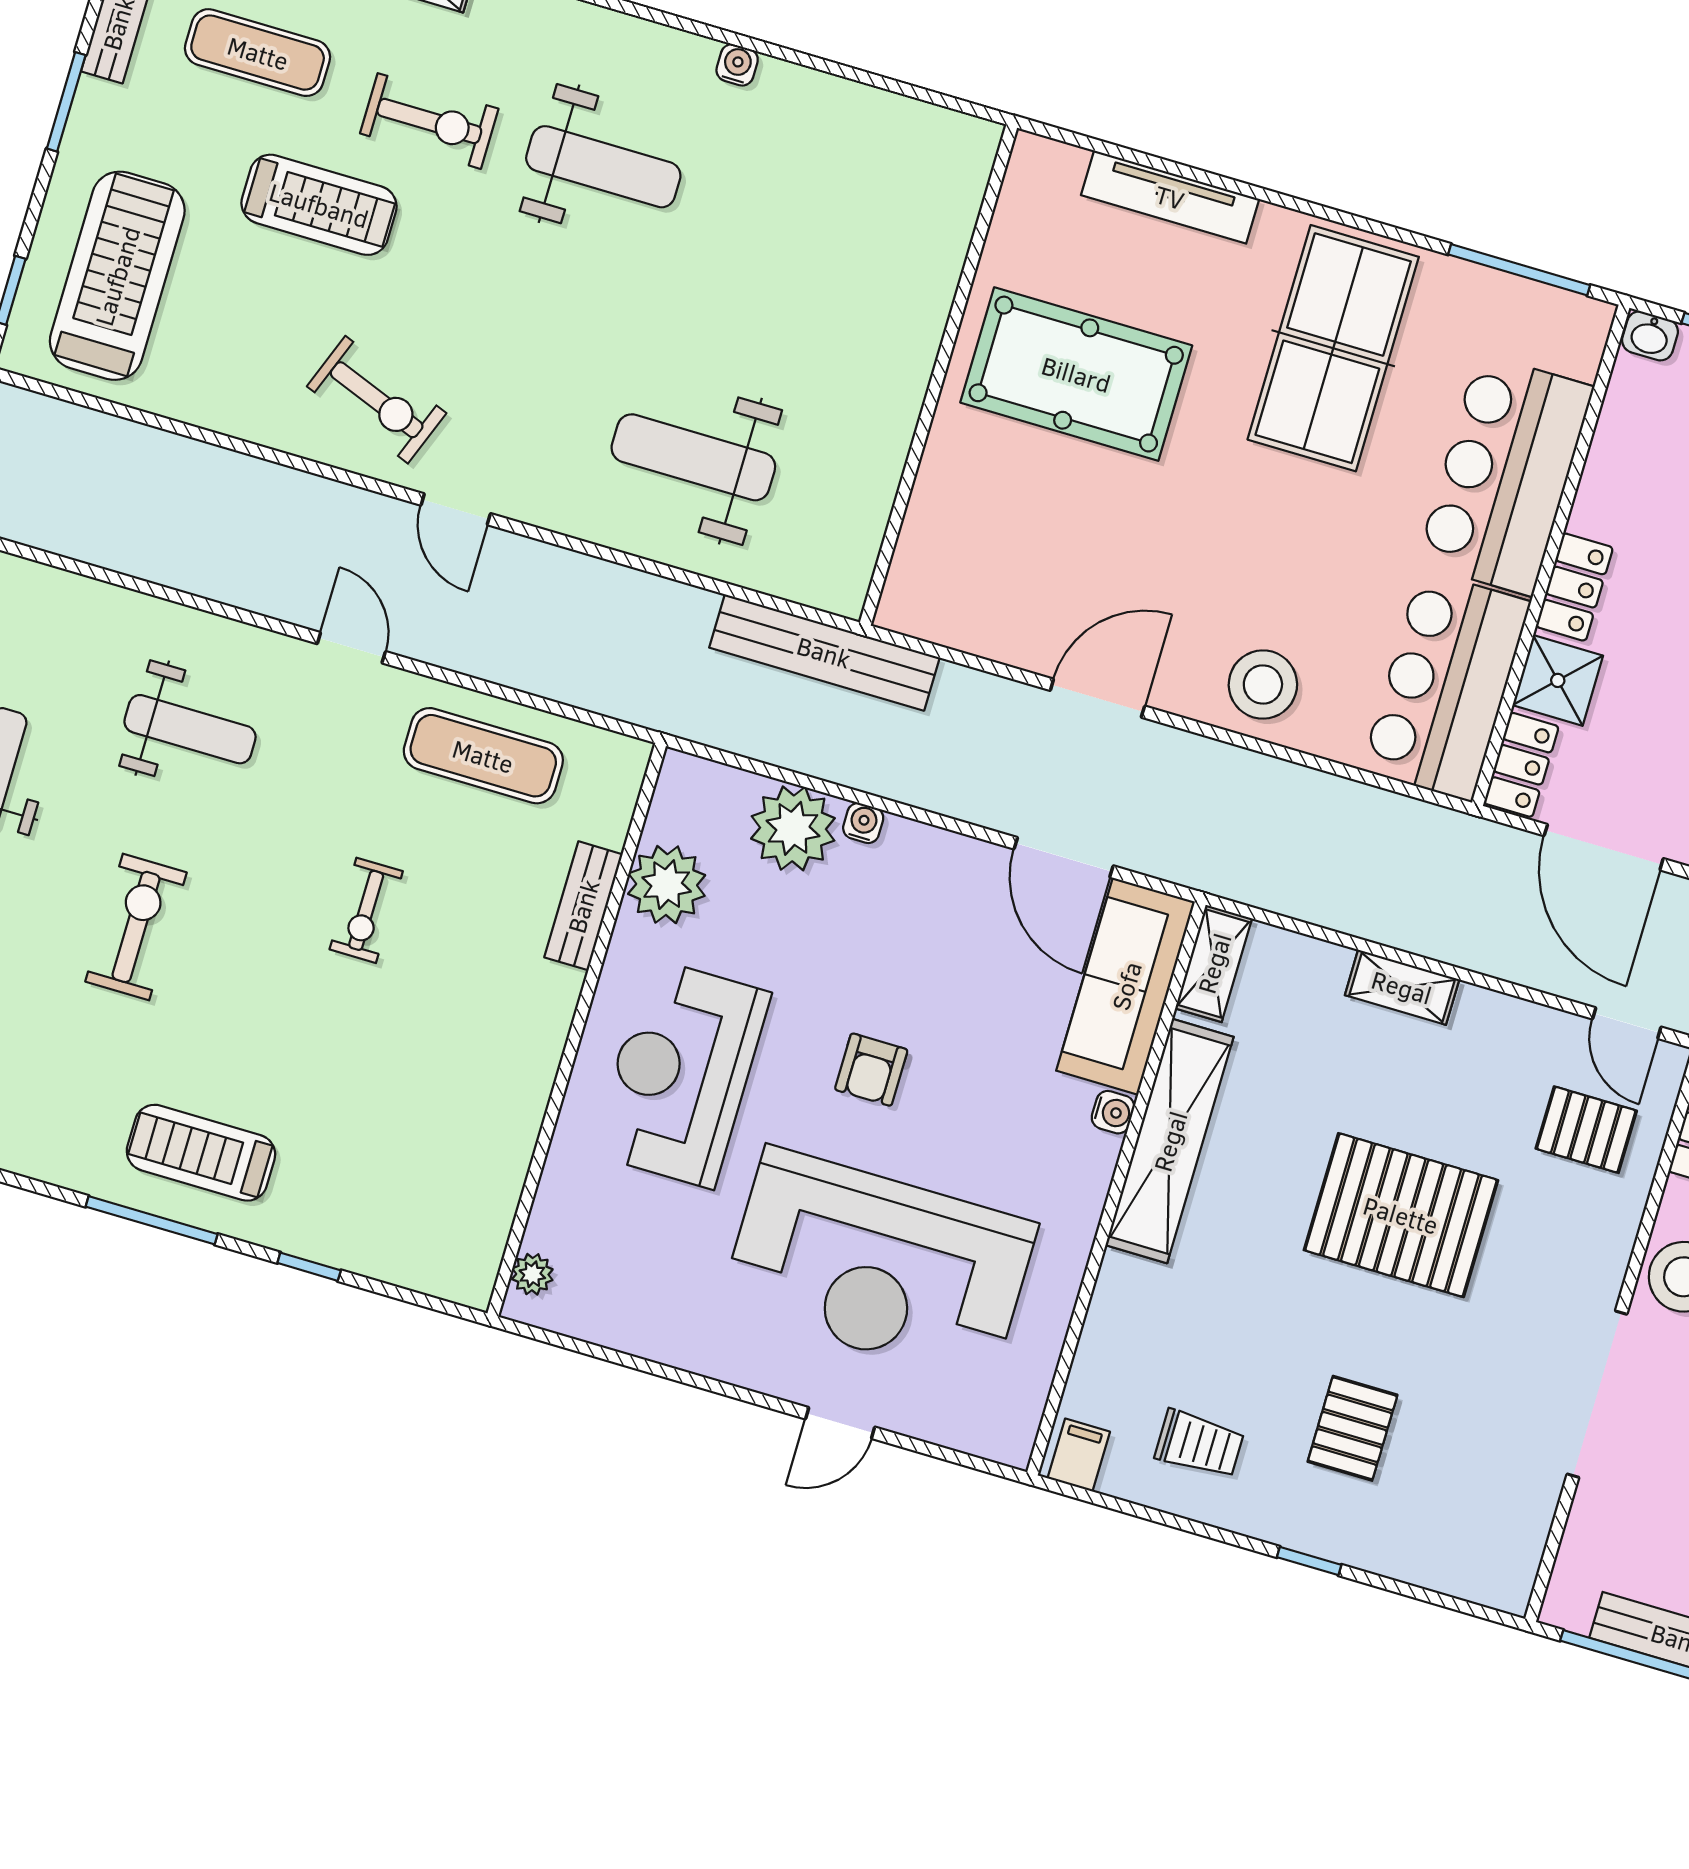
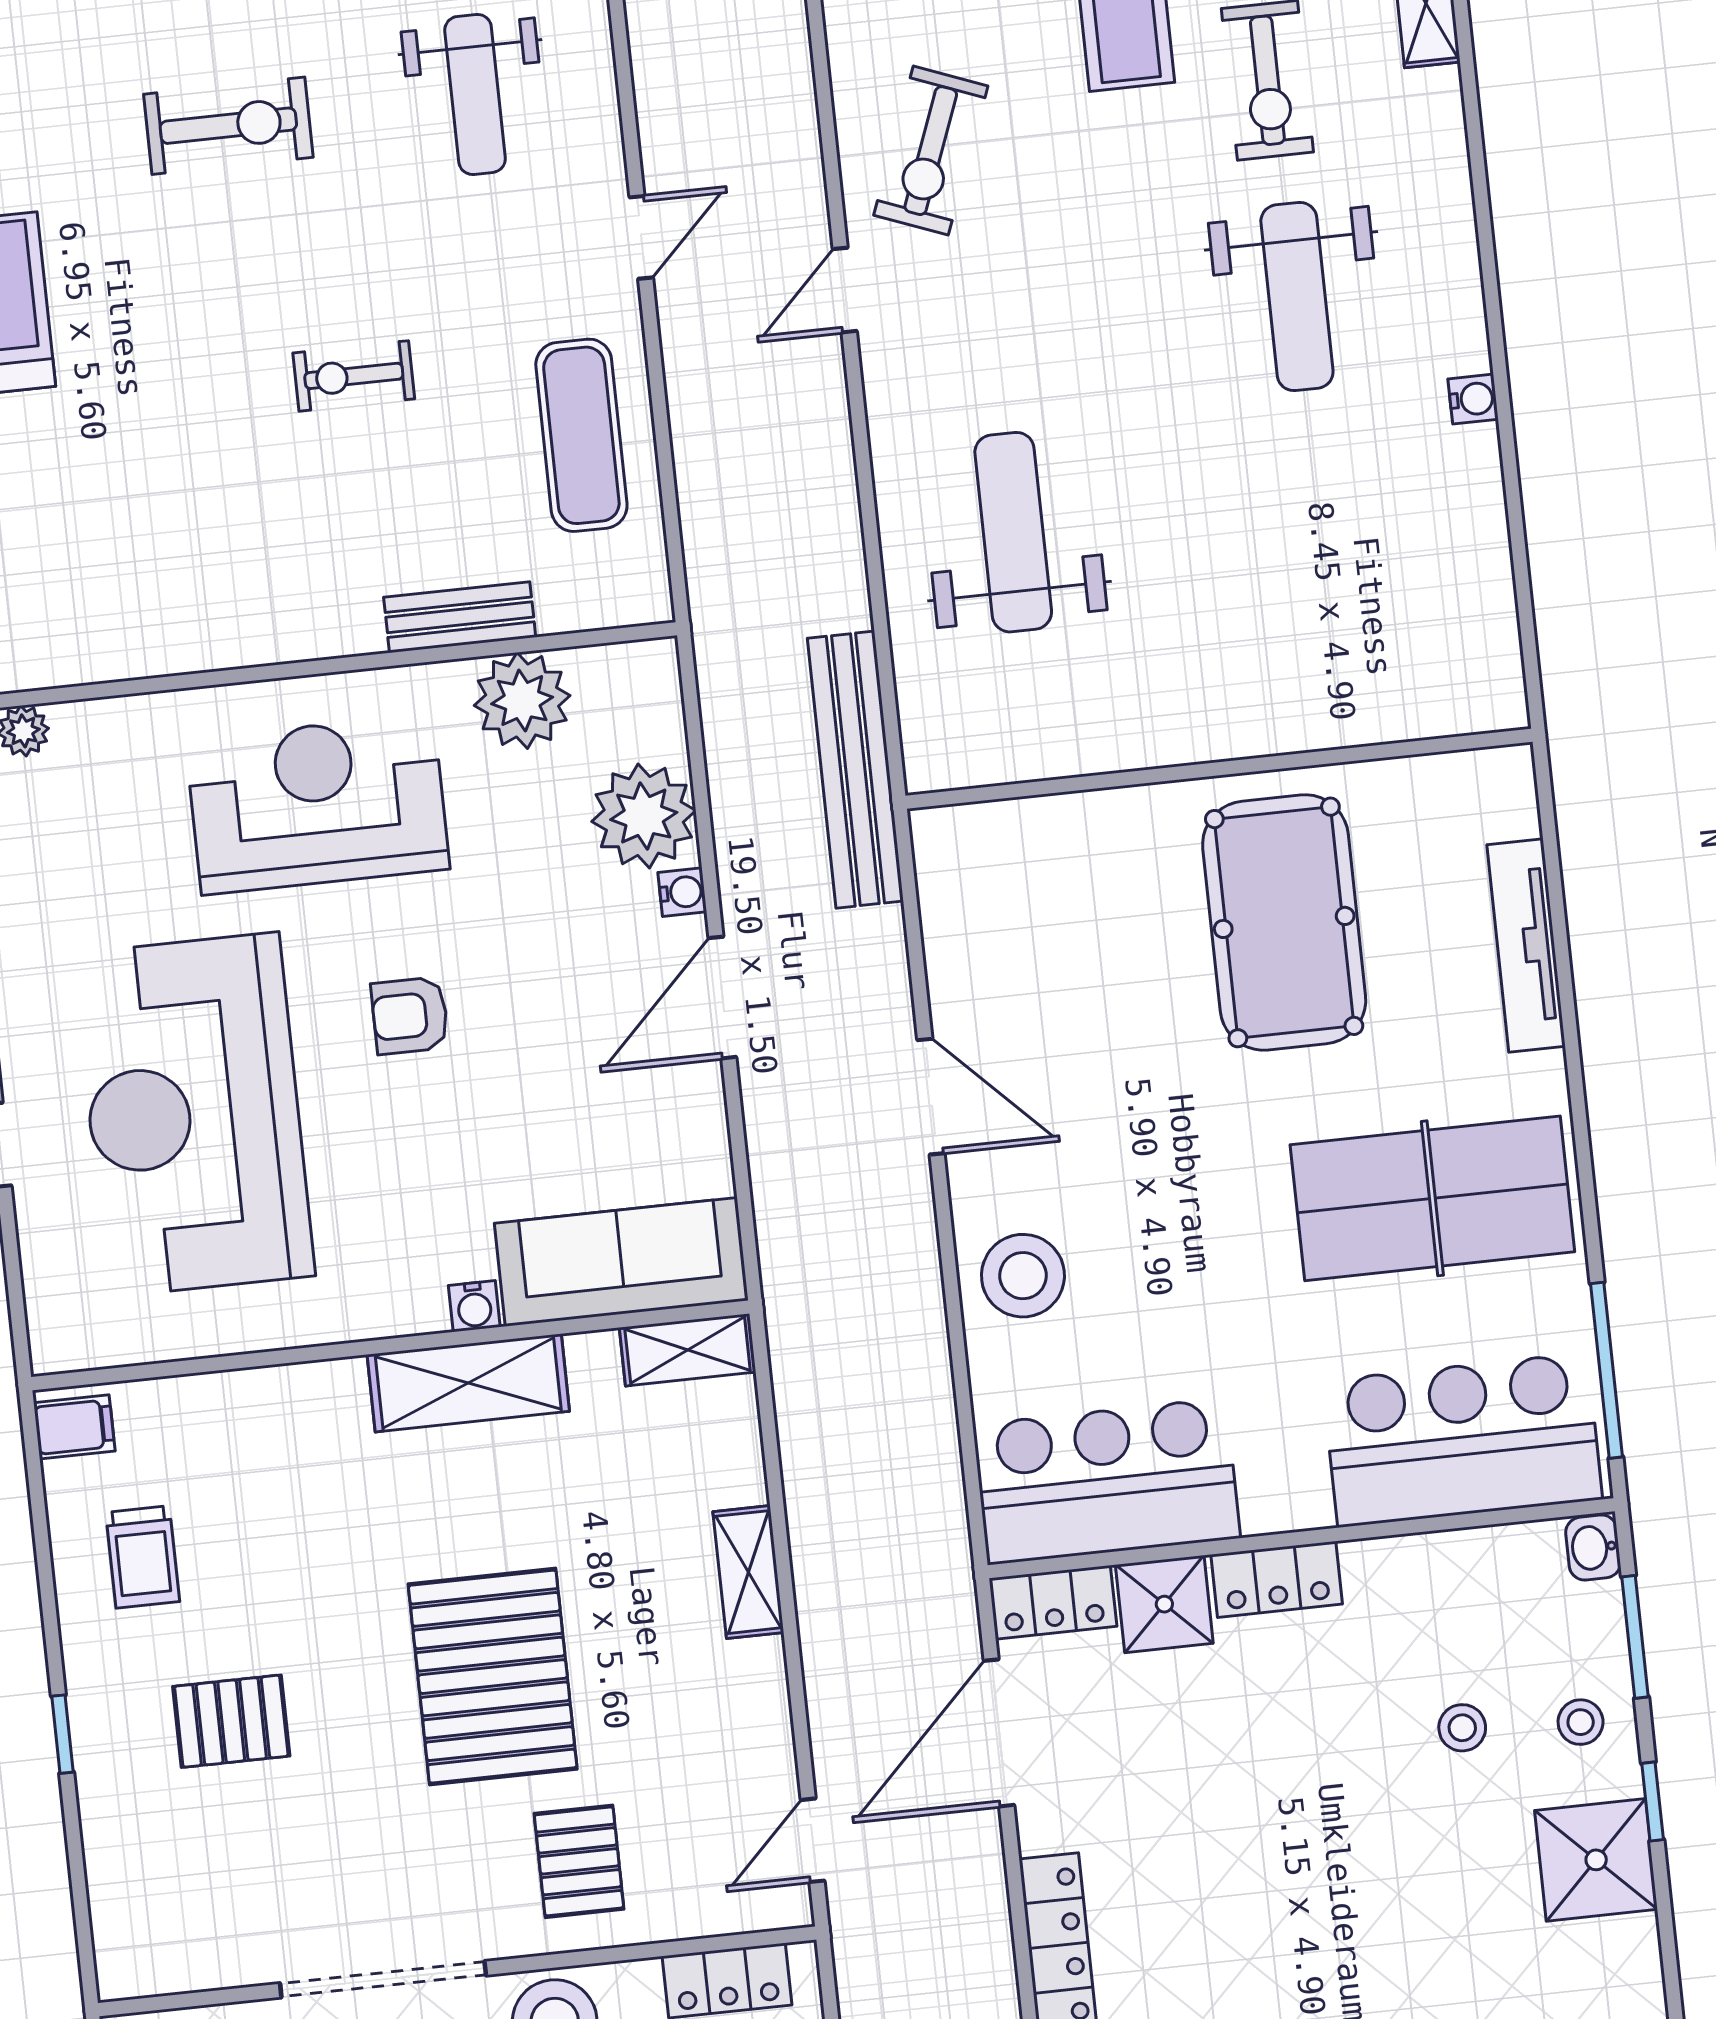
bar counter: (1505, 475) -> (1462, 1440), moved
door: (1064, 857) -> (722, 998), moved
pallet: (1586, 1130) -> (579, 1861), moved
shelving: (1170, 1141) -> (468, 1383), width x0.68

